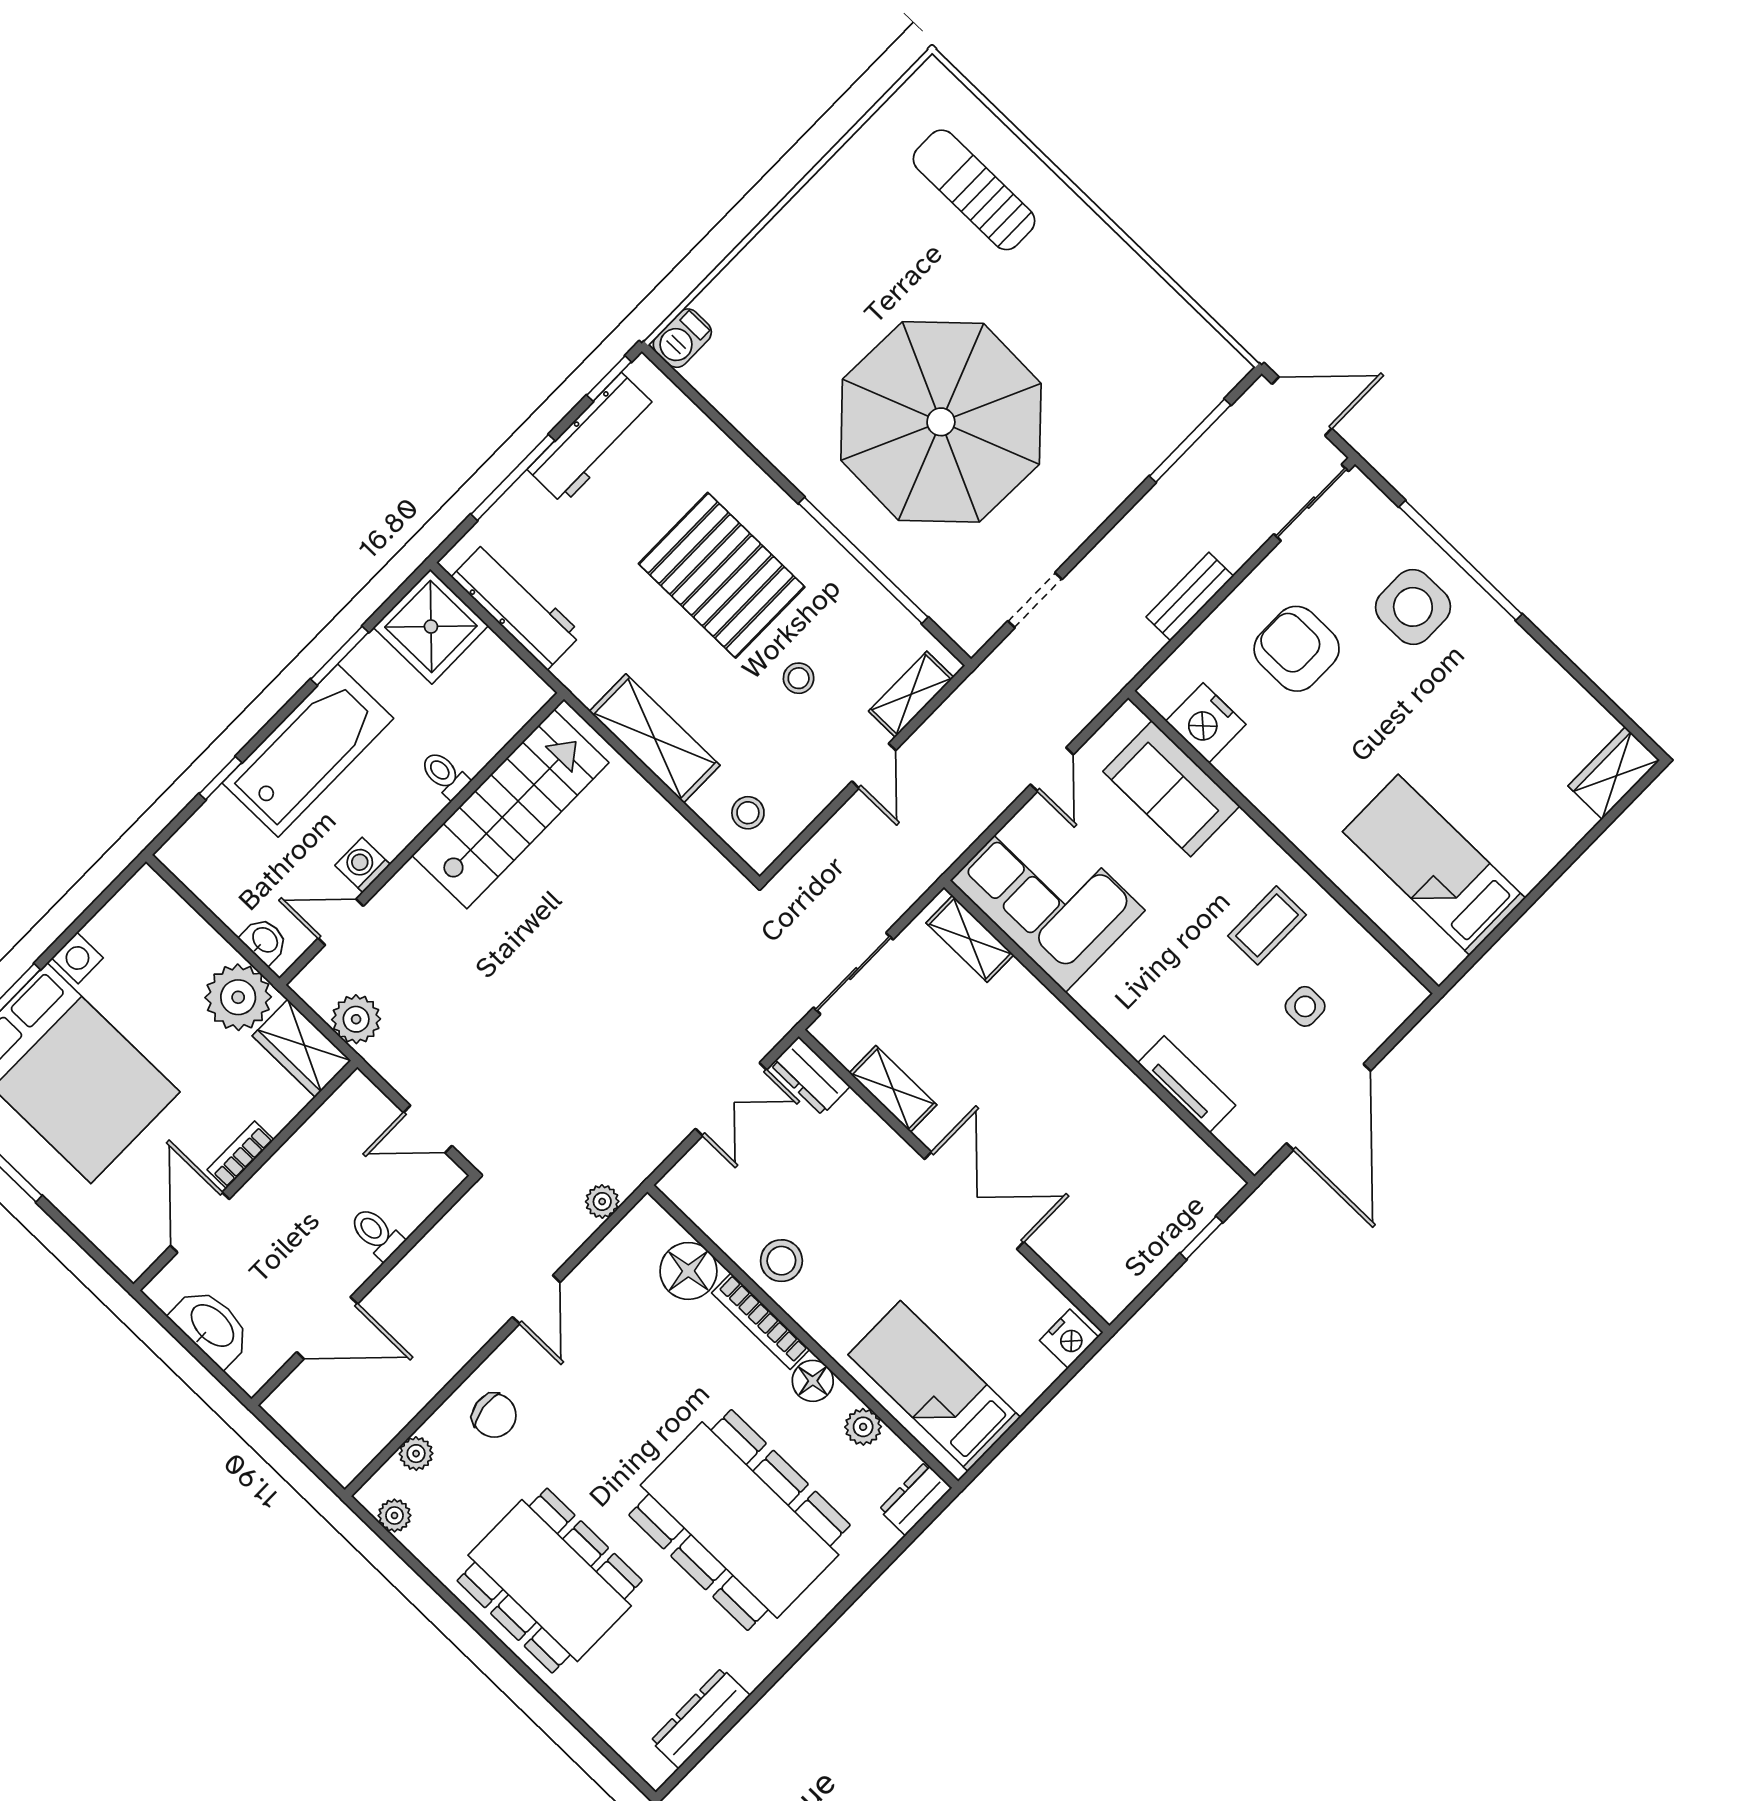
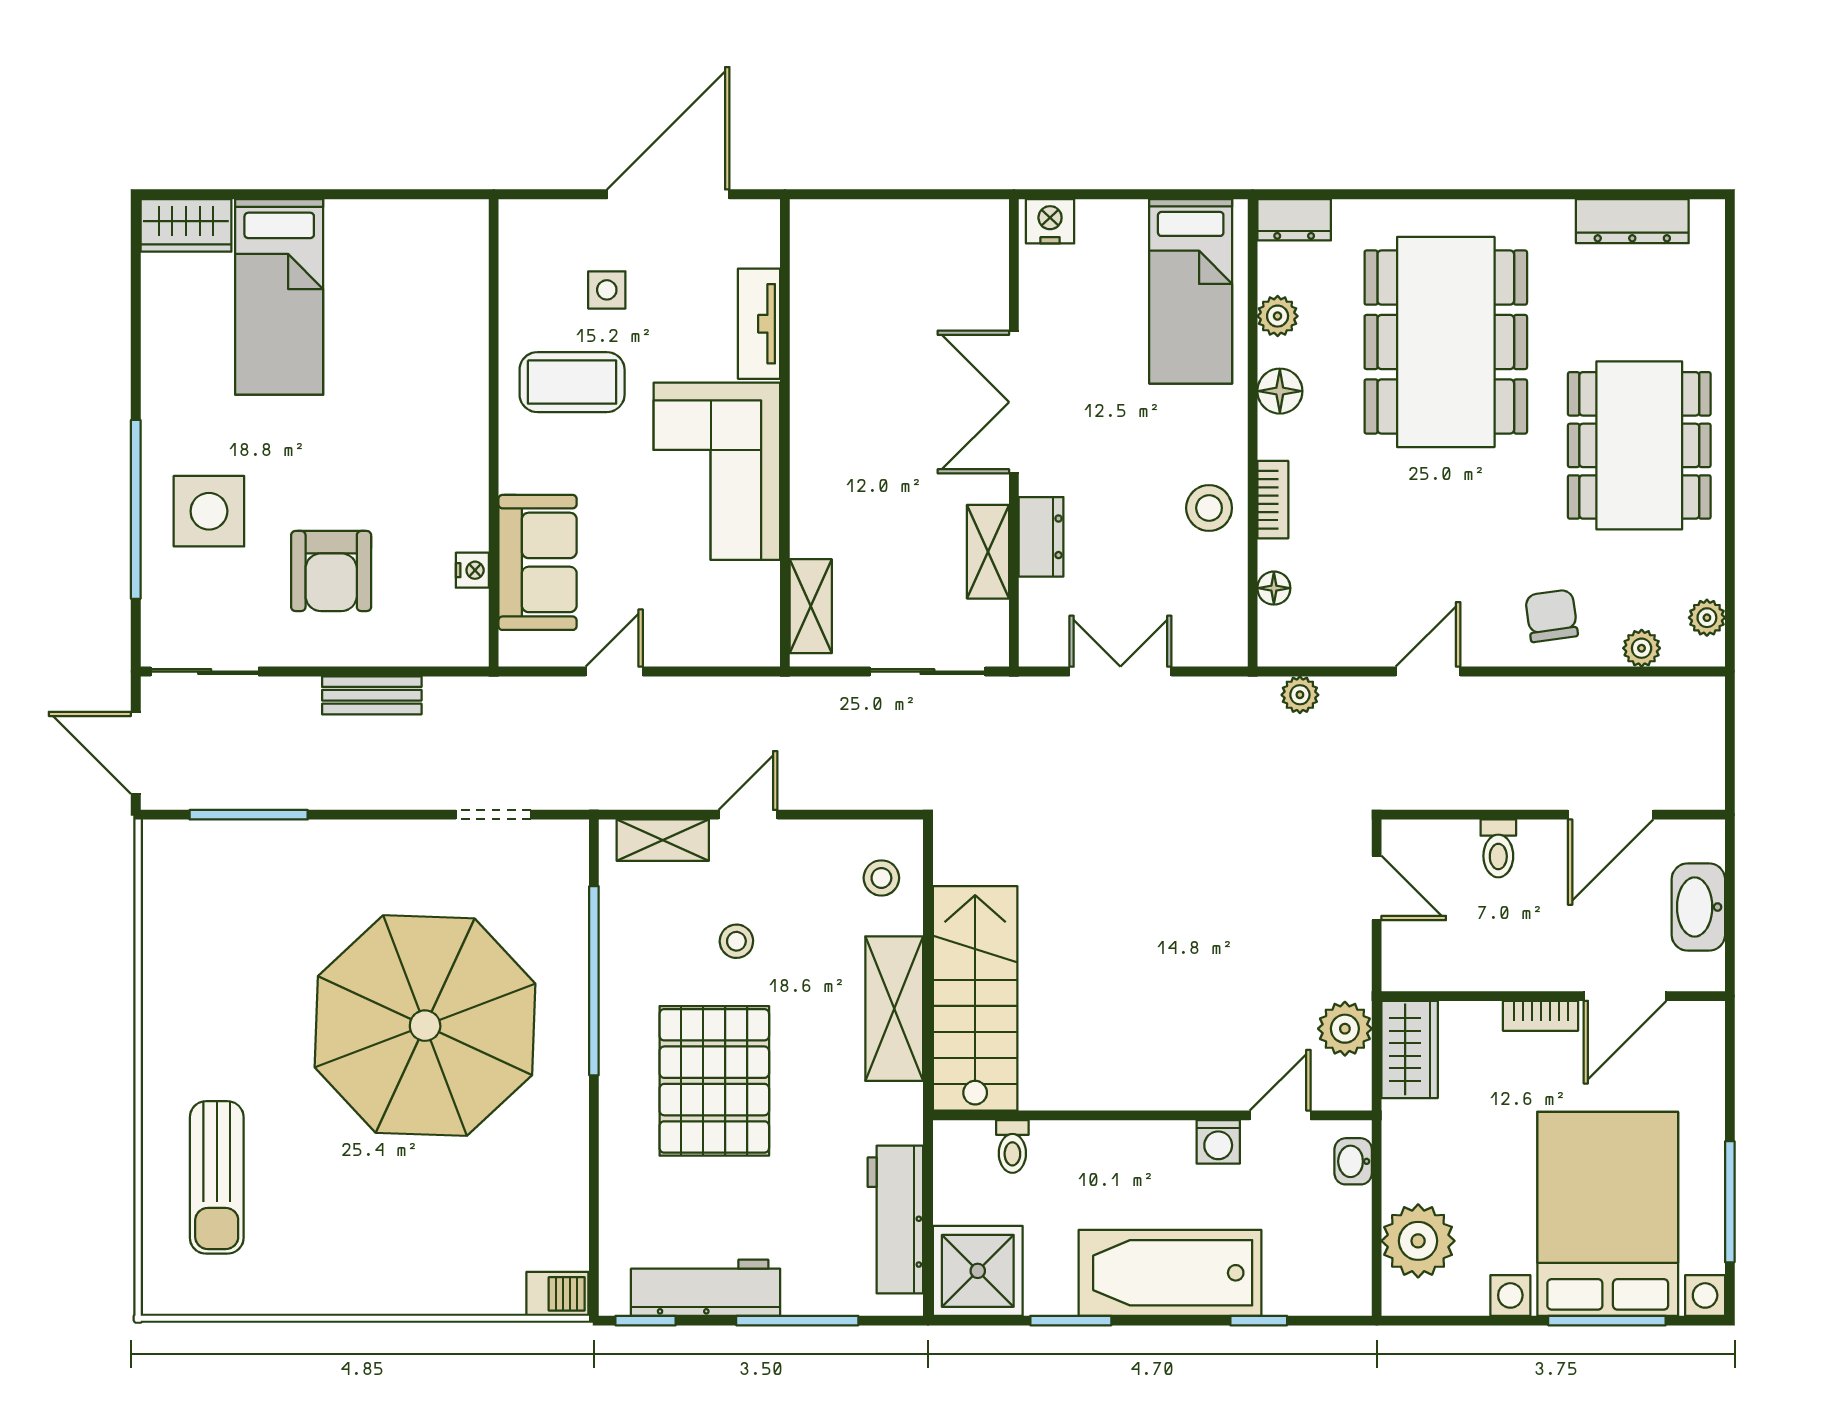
nightstand: (1206, 723) -> (472, 570), width x0.53, depth x0.56
toilet: (445, 775) -> (1012, 1146), moved
stairs: (510, 809) -> (975, 998), moved, turned 90
bed: (1434, 865) -> (279, 297), moved
corner sofa: (1048, 895) -> (717, 471), moved
door: (341, 922) -> (1280, 1115), swing flipped
coffee table: (1267, 925) -> (572, 382), width x1.36, depth x1.30
plant: (238, 997) -> (1418, 1241), moved
dresser: (810, 1076) -> (1041, 537), moved
window: (1201, 1238) -> (869, 194), removed
floor lamp: (688, 1271) -> (1274, 588), width x0.53, depth x0.53
bookcase: (761, 1321) -> (1273, 500), width x0.64
door: (327, 1328) -> (1611, 815), swing flipped

